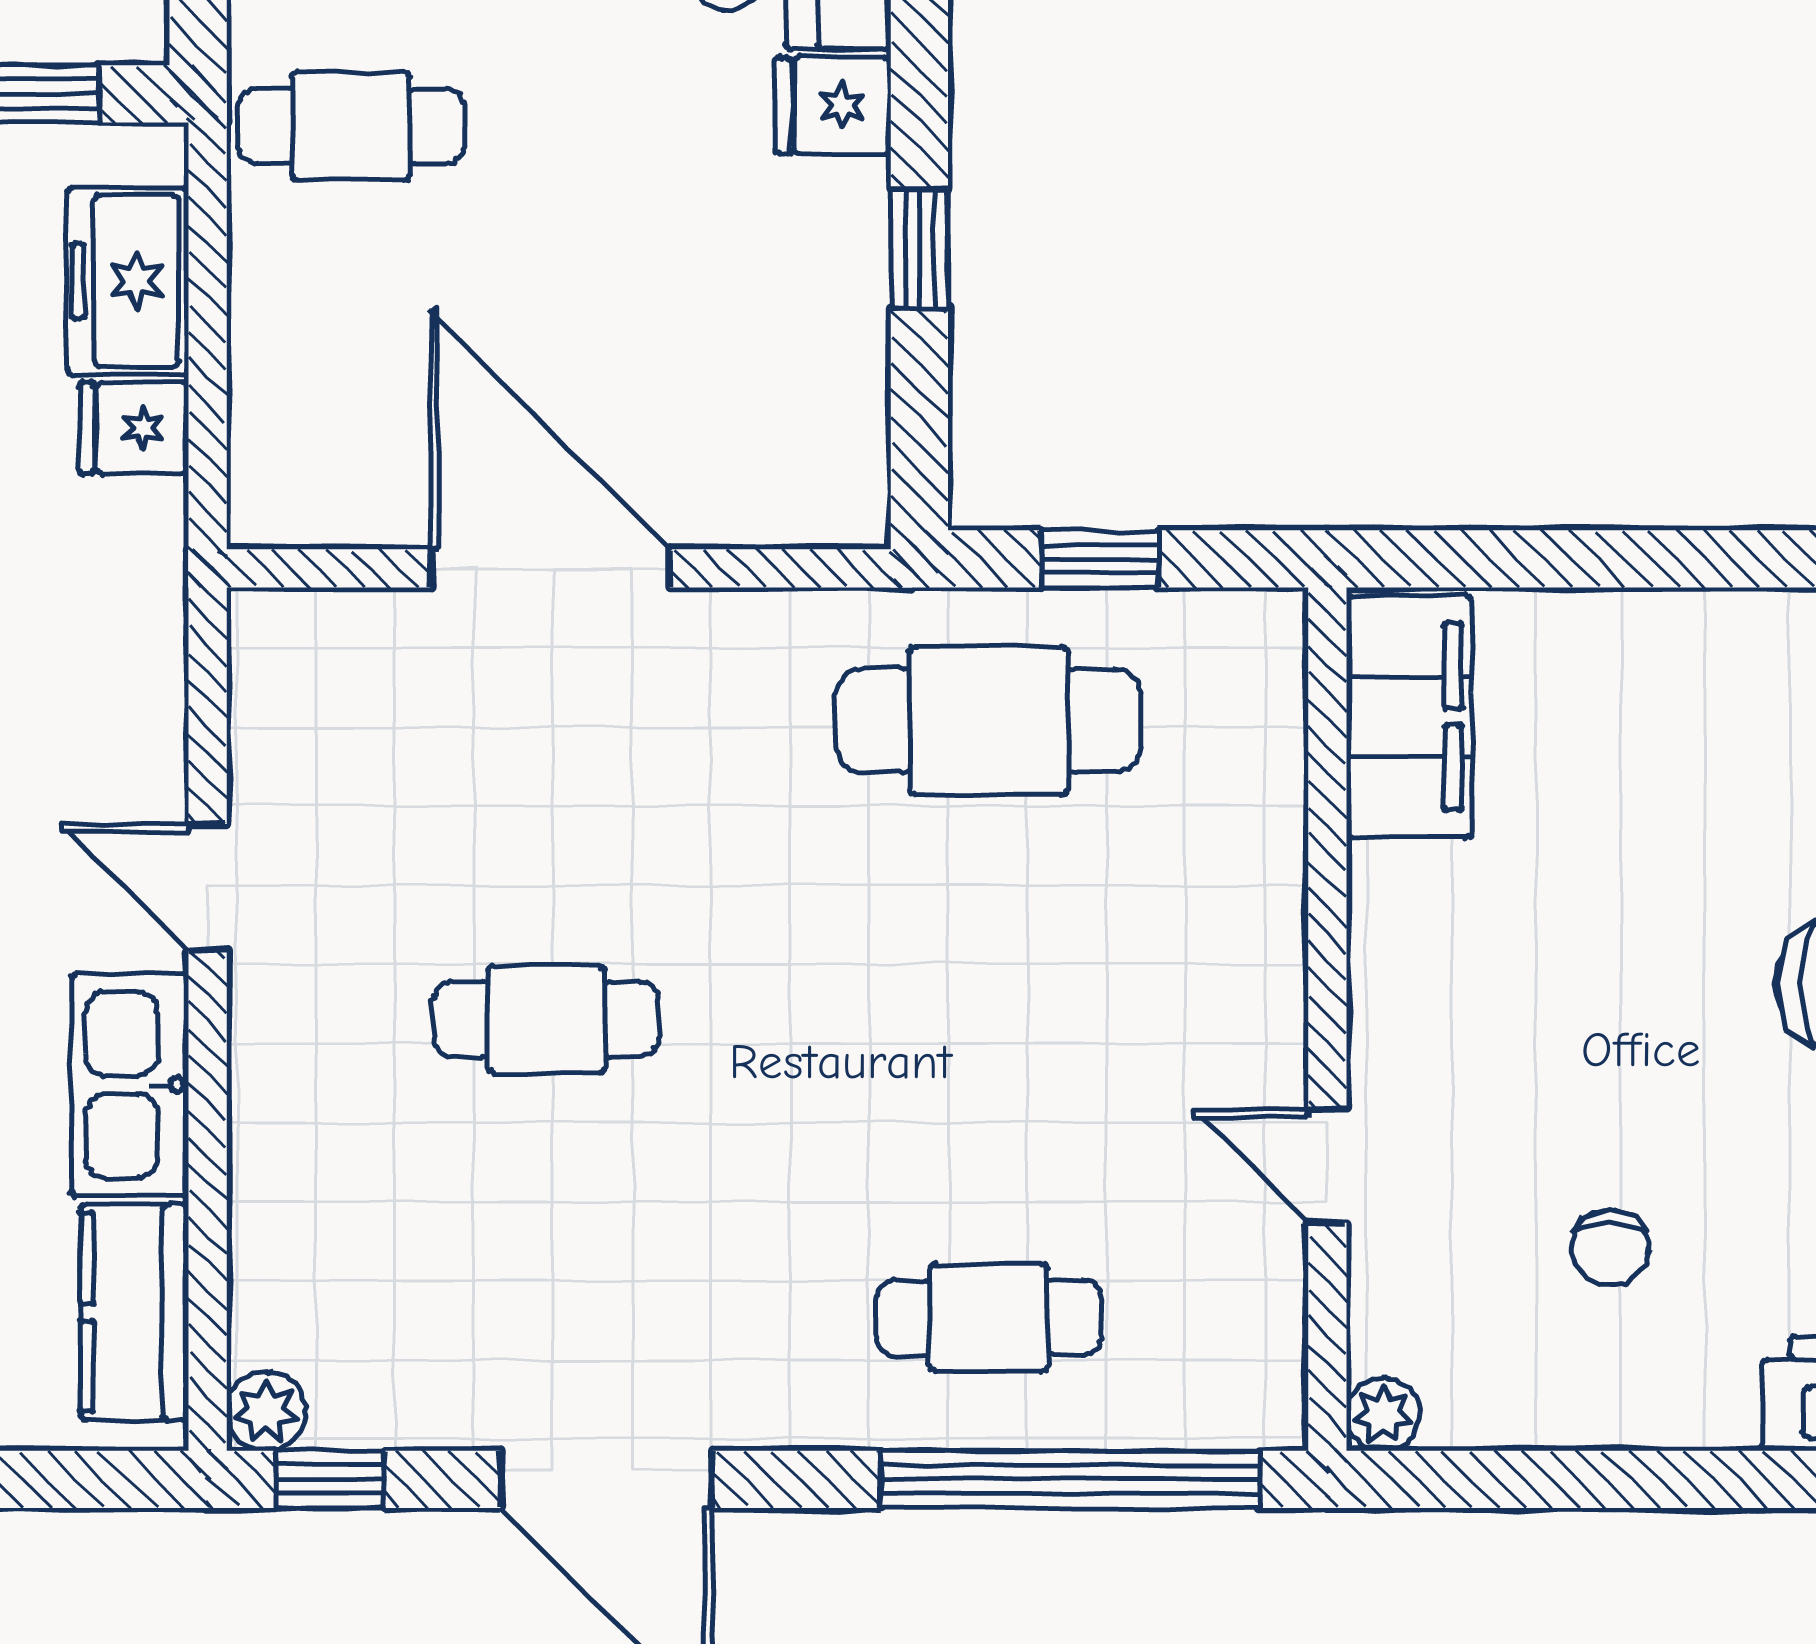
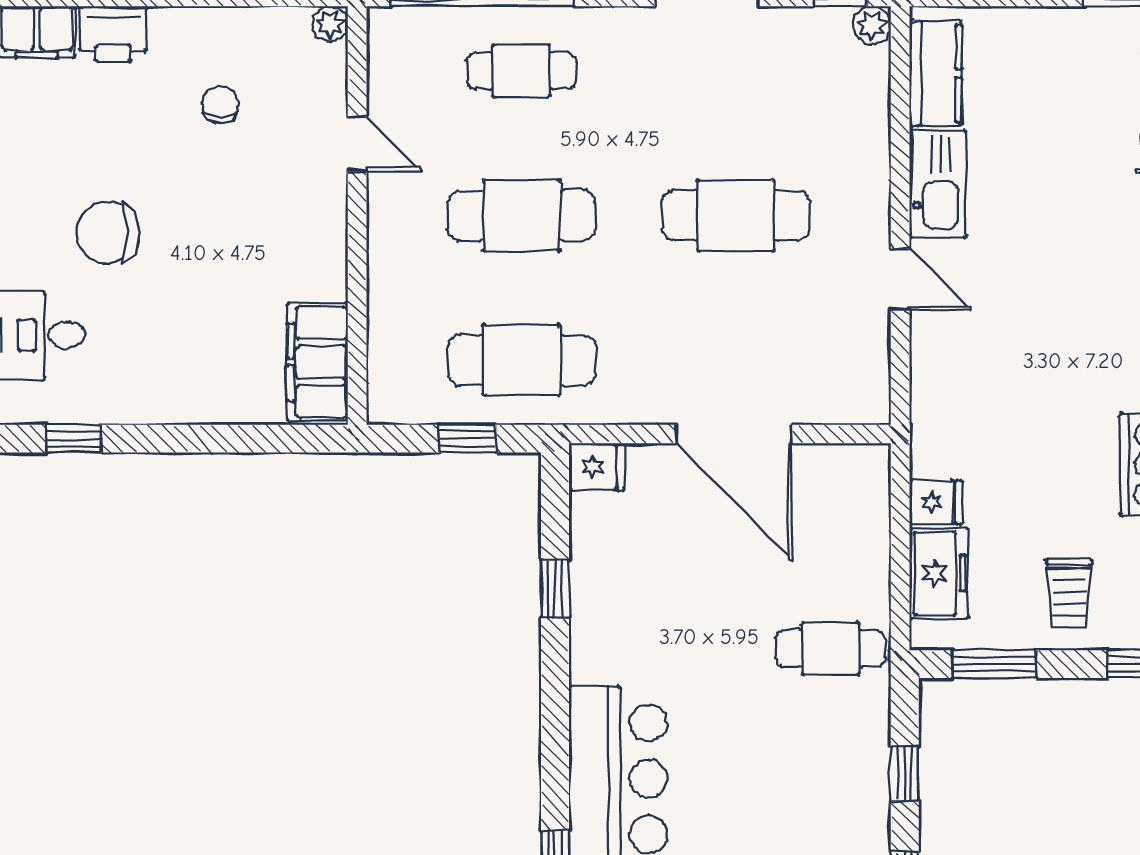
fridge: (833, 106) -> (597, 467), moved
cafe table: (546, 1019) -> (736, 215), width x1.37, depth x1.35
cafe table: (989, 1019) -> (521, 215), added

